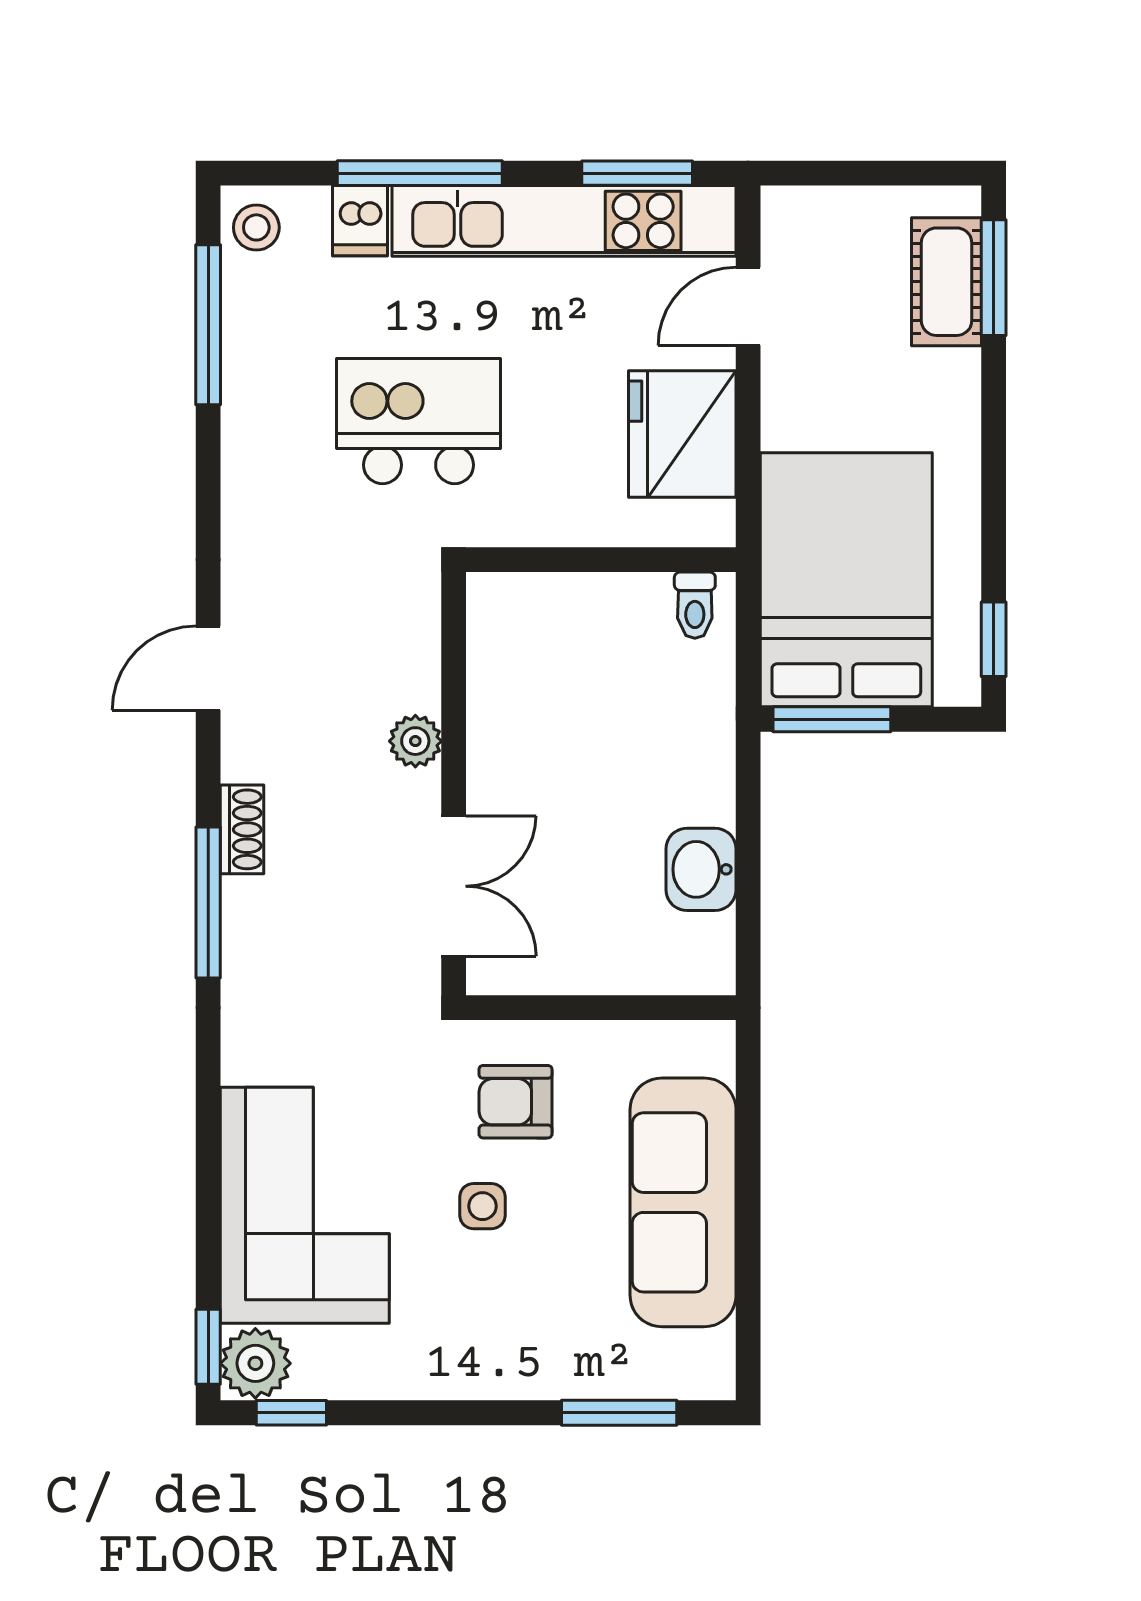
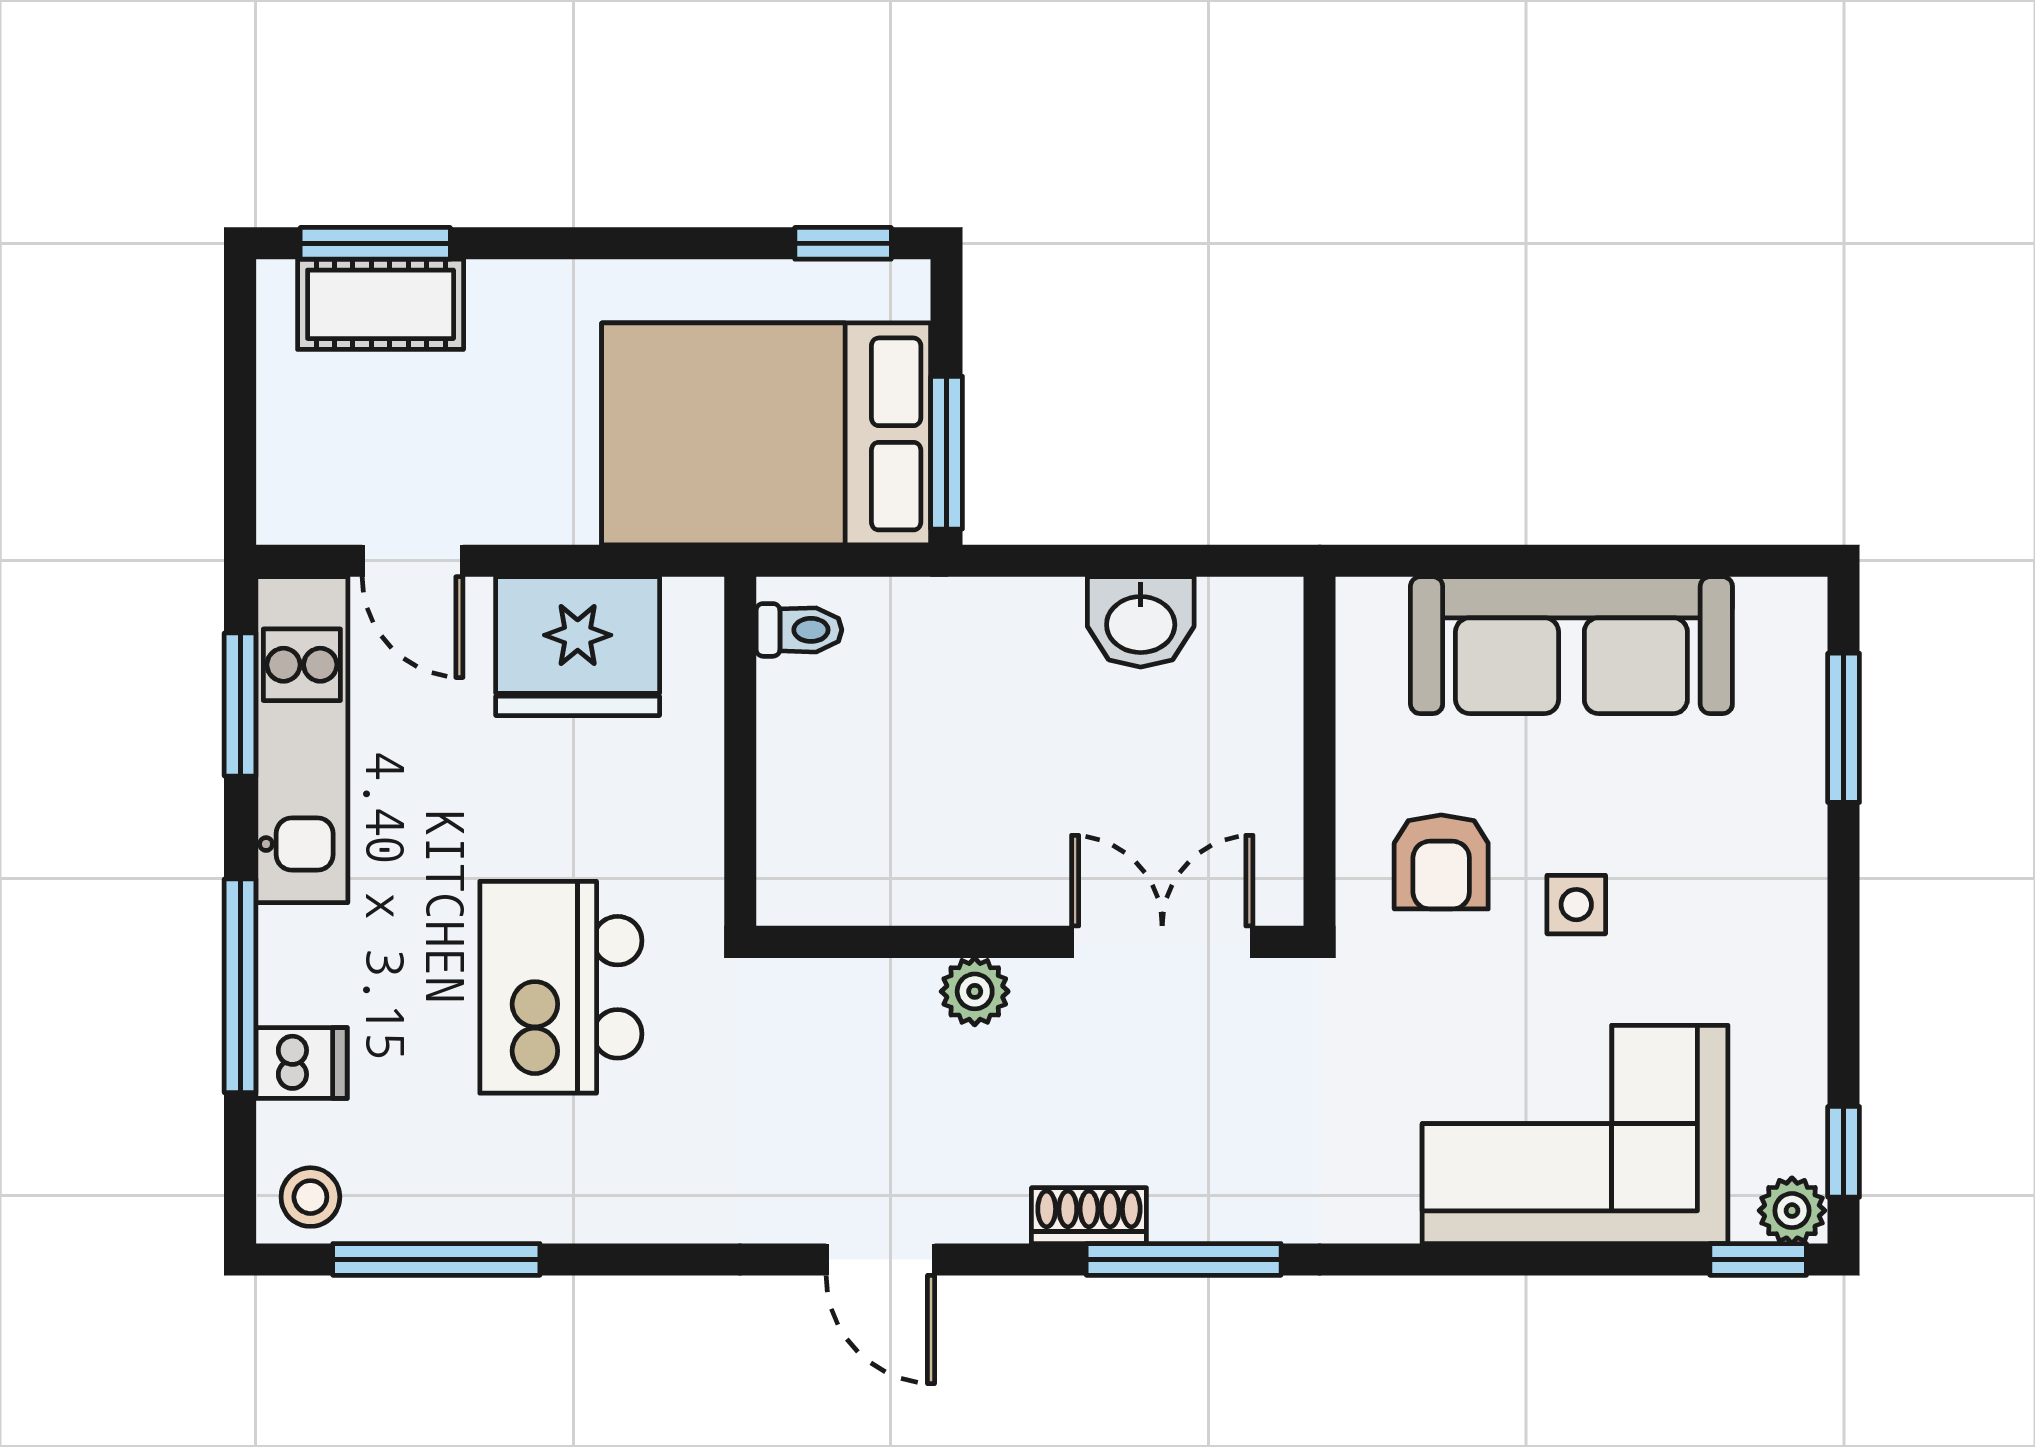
kitchen unit: (564, 221) -> (302, 740), width x0.73
plant: (255, 1363) -> (1792, 1211), width x0.73, depth x0.73

